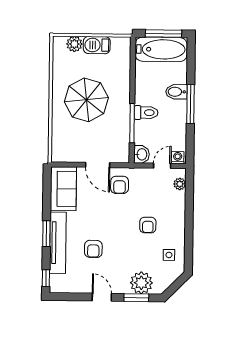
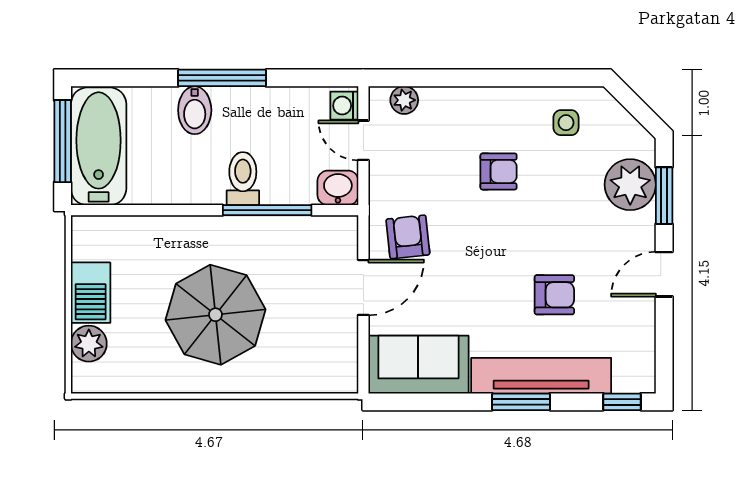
armchair: (120, 185) -> (408, 237), turned -96

